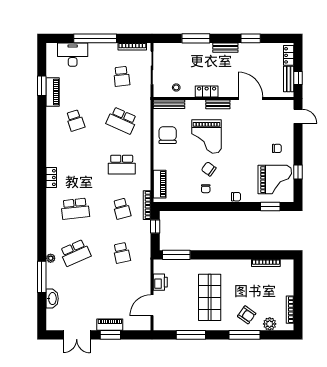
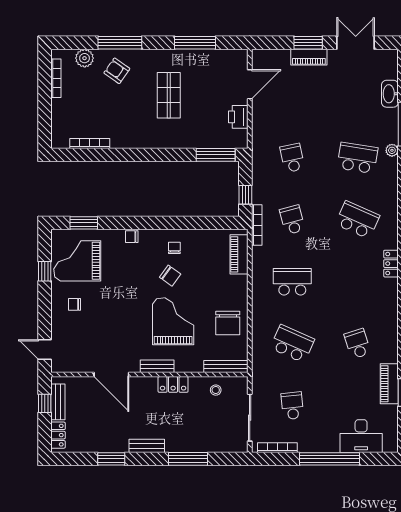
school desk: (75, 209) -> (357, 220), turned 30
school desk: (75, 253) -> (357, 158), turned 33
shop shelf: (210, 297) -> (169, 95), width x0.70, depth x0.74

